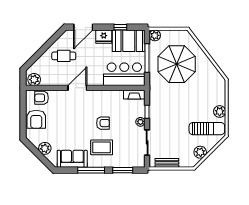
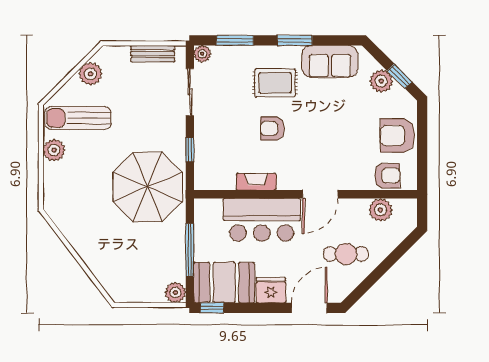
window: (120, 27) -> (212, 308), moved
parasol: (177, 64) -> (148, 187), moved
bar counter: (124, 74) -> (262, 220), moved
plant: (34, 80) -> (380, 210), moved
fireplace: (134, 95) -> (256, 182), moved
armchair: (36, 119) -> (397, 135), turned -90
plant: (140, 122) -> (202, 54), moved
window: (35, 151) -> (400, 76), added
window: (91, 170) -> (295, 40), width x0.69

